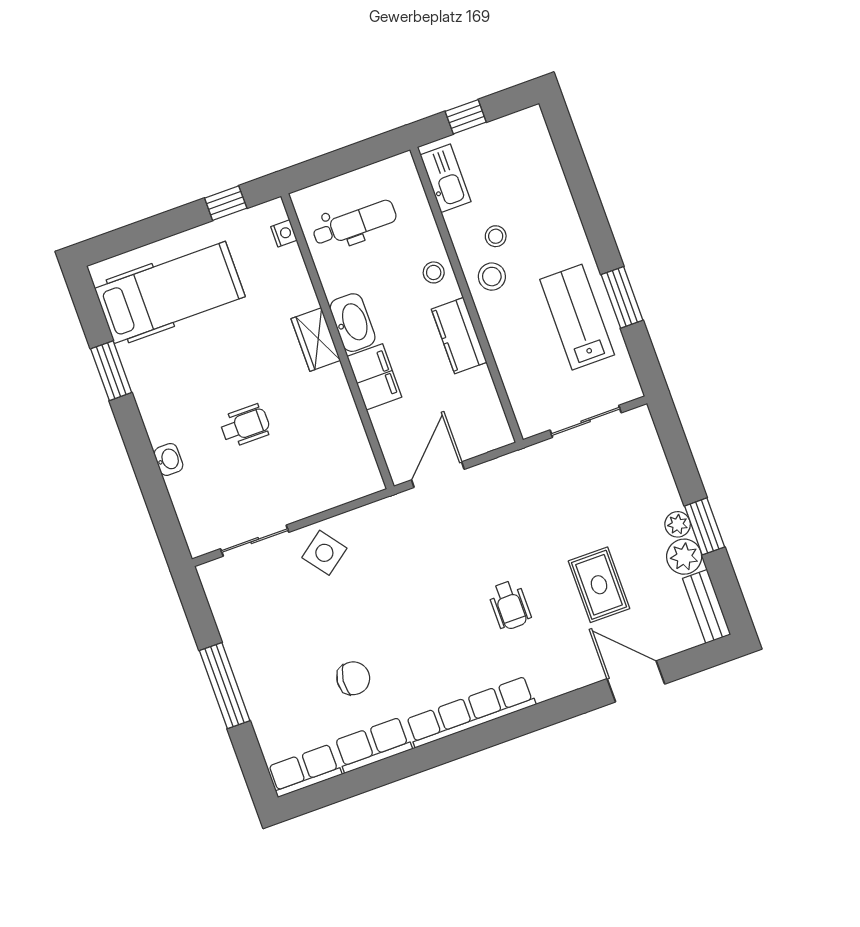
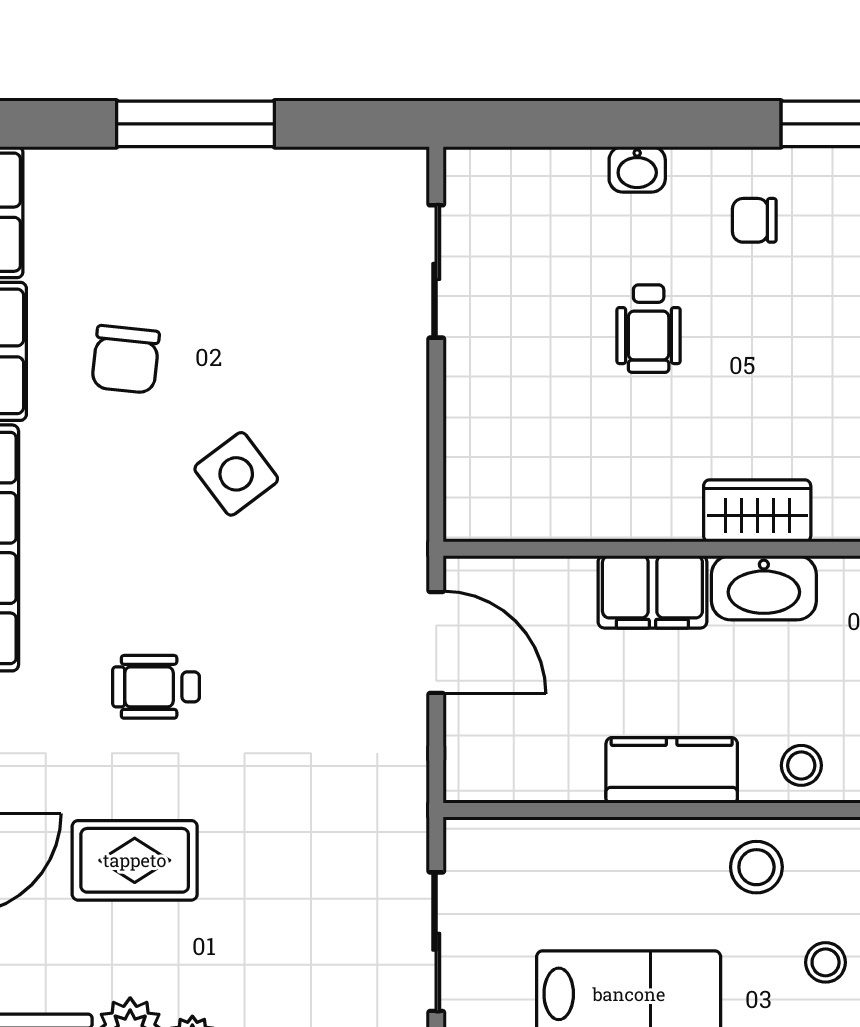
stool: (496, 236) -> (826, 962), moved
chair: (173, 393) -> (754, 220), added
side table: (324, 553) -> (236, 474), moved

